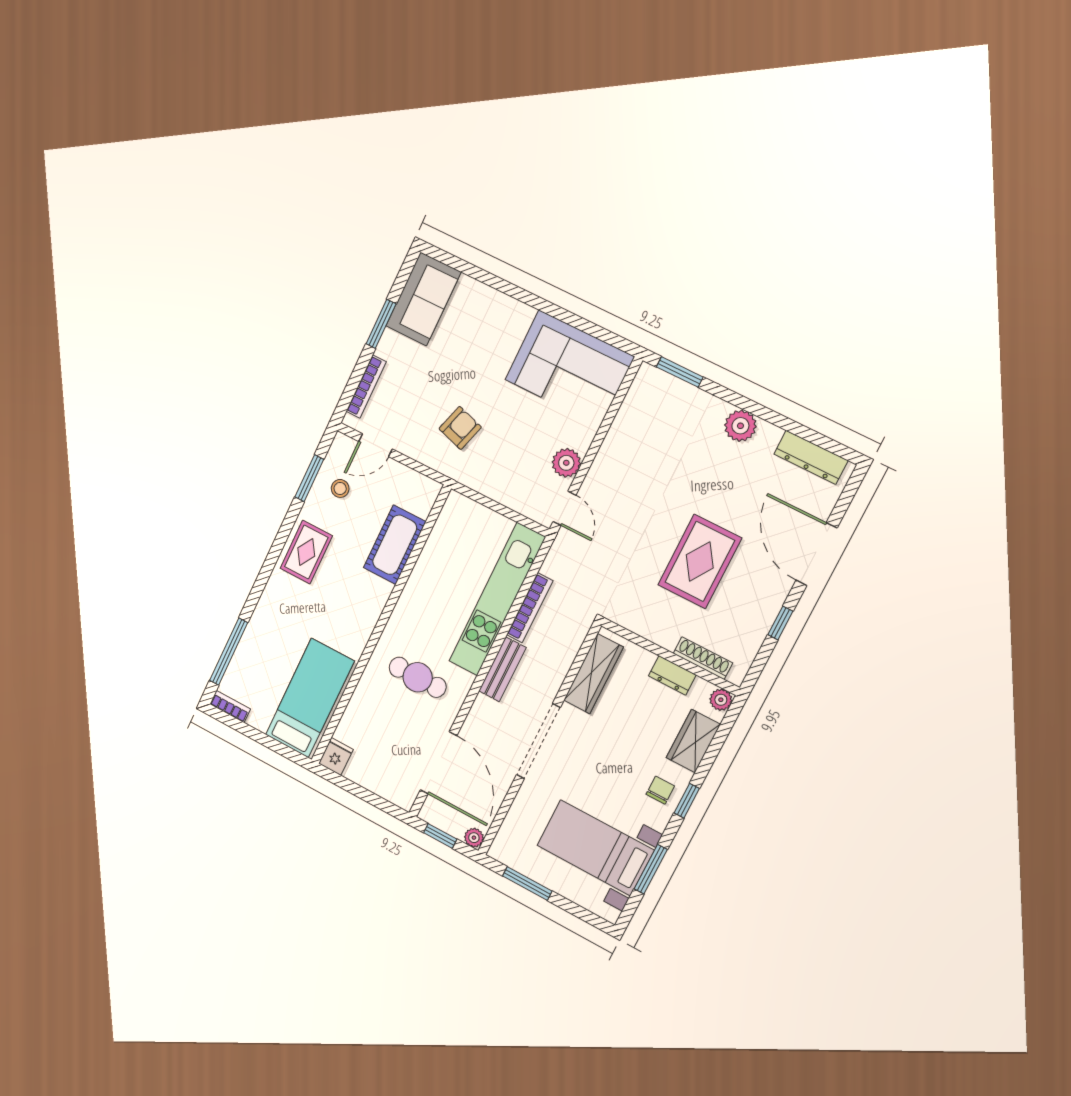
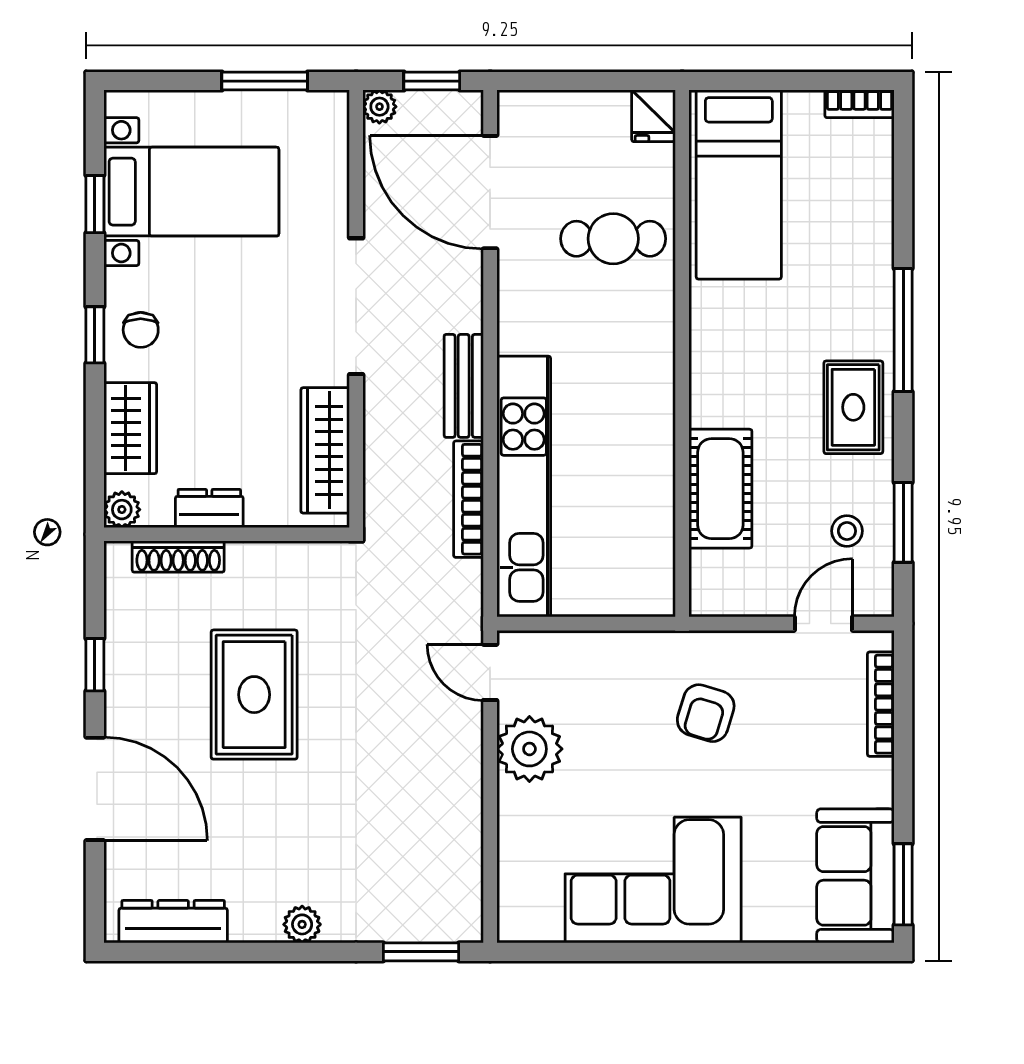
window: (381, 324) -> (903, 884), moved
corner sofa: (570, 368) -> (653, 880), moved
plant: (740, 426) -> (302, 924), width x0.73, depth x0.73
plant: (566, 463) -> (529, 749), width x1.36, depth x1.36
window: (229, 652) -> (903, 330), moved
cafe table: (418, 677) -> (613, 239), moved
window: (651, 869) -> (95, 204), width x0.67

